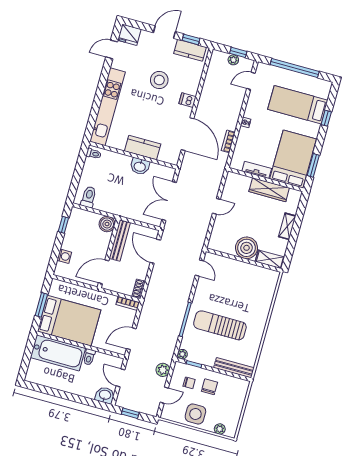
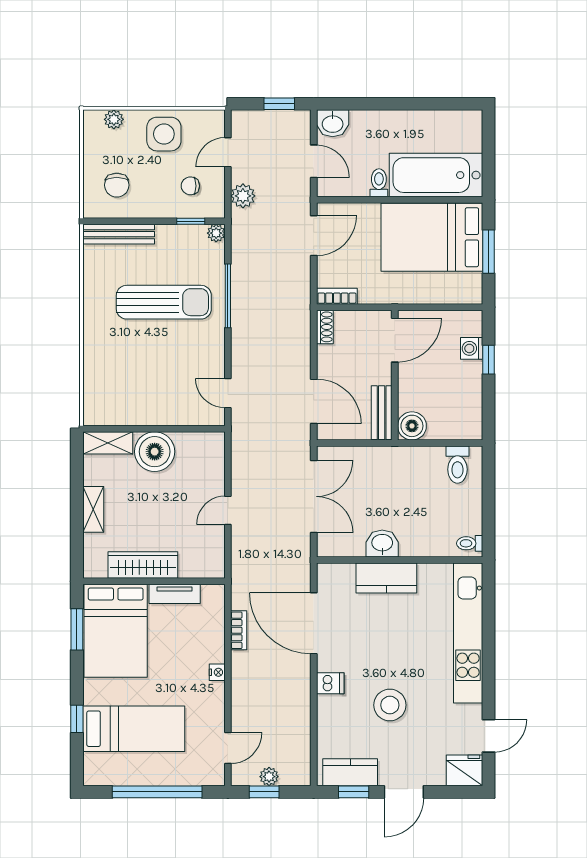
window: (63, 225) -> (488, 360), moved
bench: (120, 241) -> (382, 413), width x0.73
chair: (209, 387) -> (117, 185), moved

